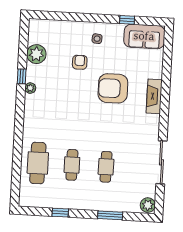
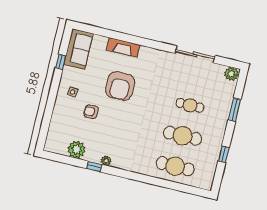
fireplace: (154, 96) -> (123, 47), moved
cafe table: (72, 165) -> (183, 136), width x1.37, depth x1.35

